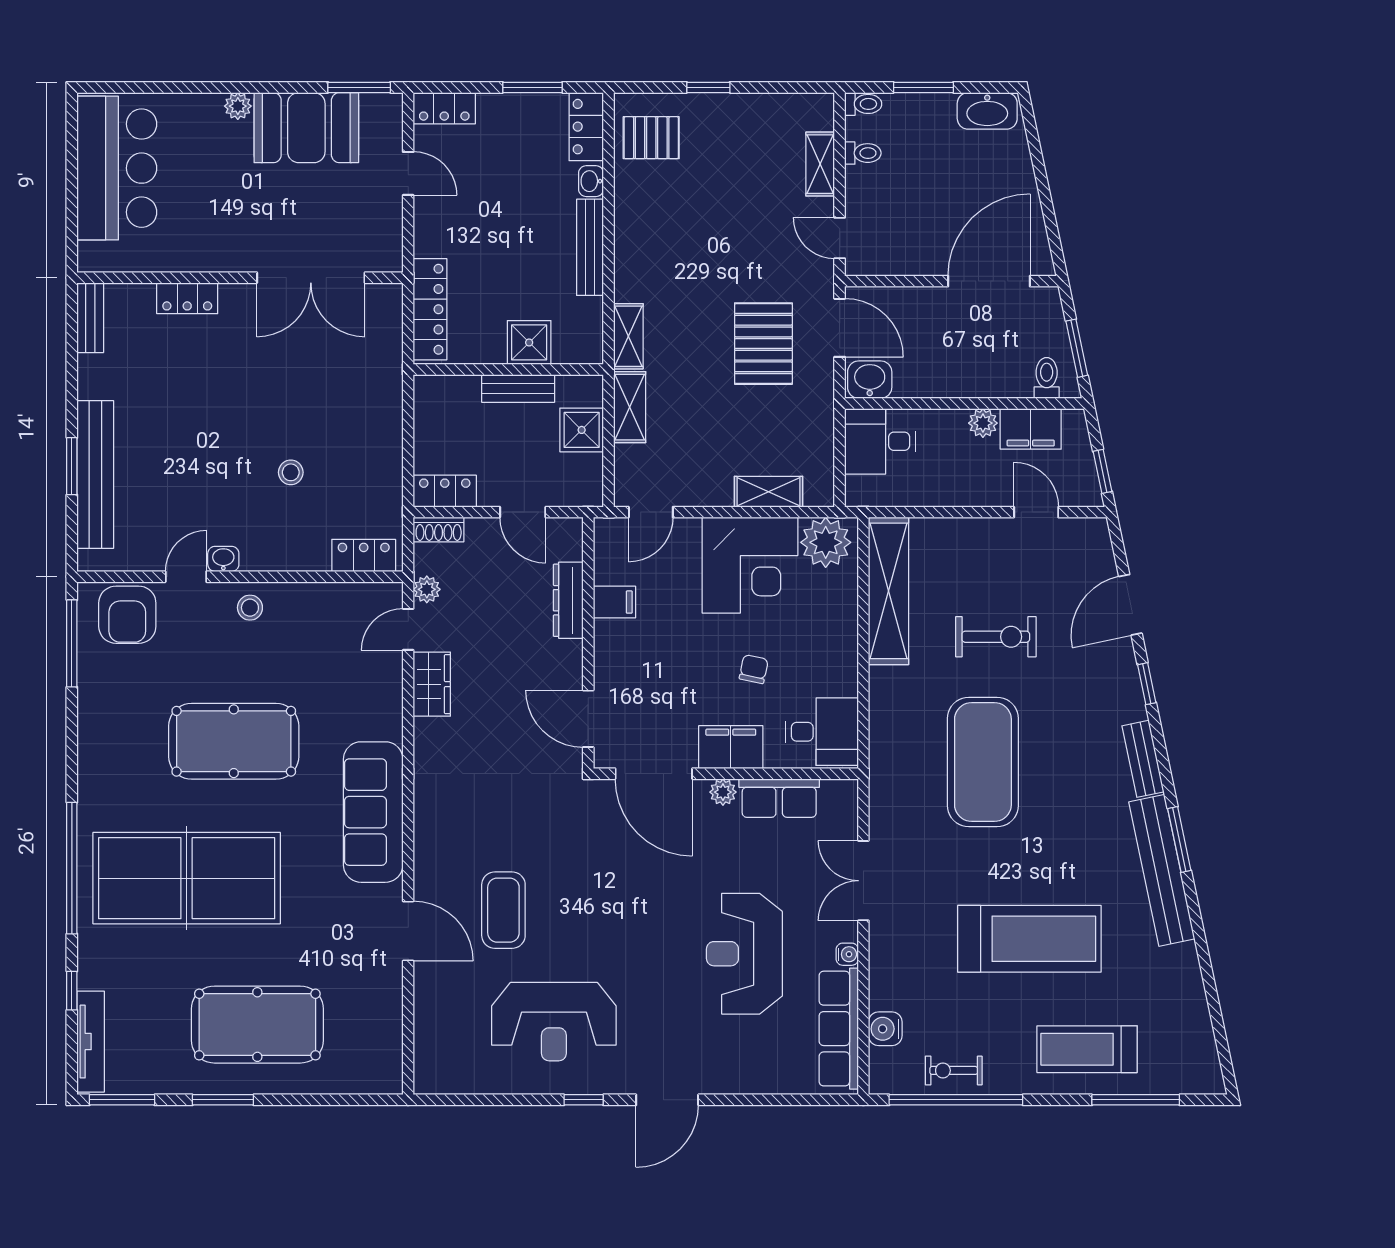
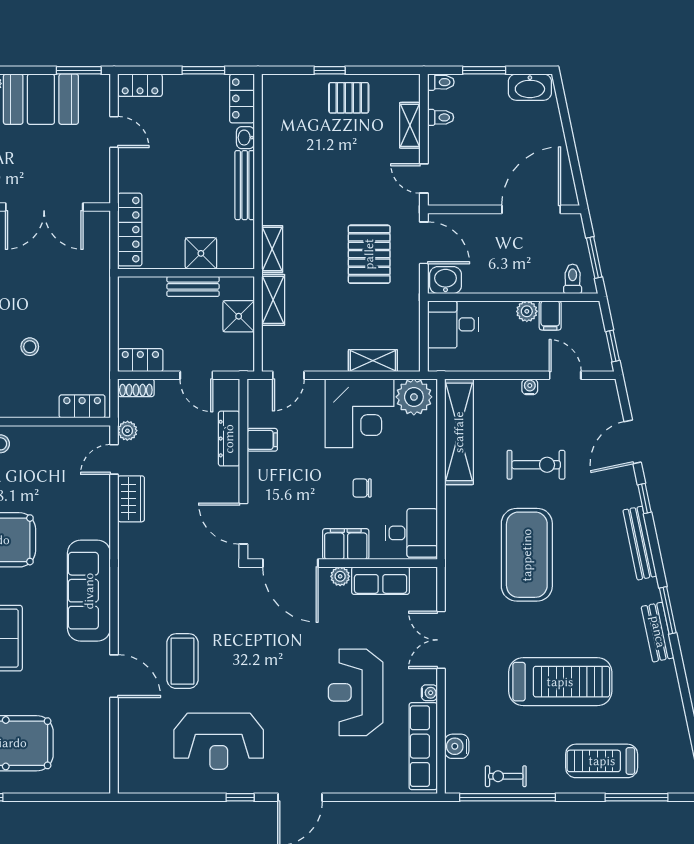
pallet: (651, 138) -> (349, 98), moved
filing cabinet: (1031, 429) -> (550, 315), width x0.50
water cooler: (987, 528) -> (530, 387), added
chair: (754, 669) -> (362, 488), turned -102
bench: (1143, 759) -> (640, 543), width x1.36
bench: (1162, 870) -> (658, 632), width x0.54, depth x0.82

